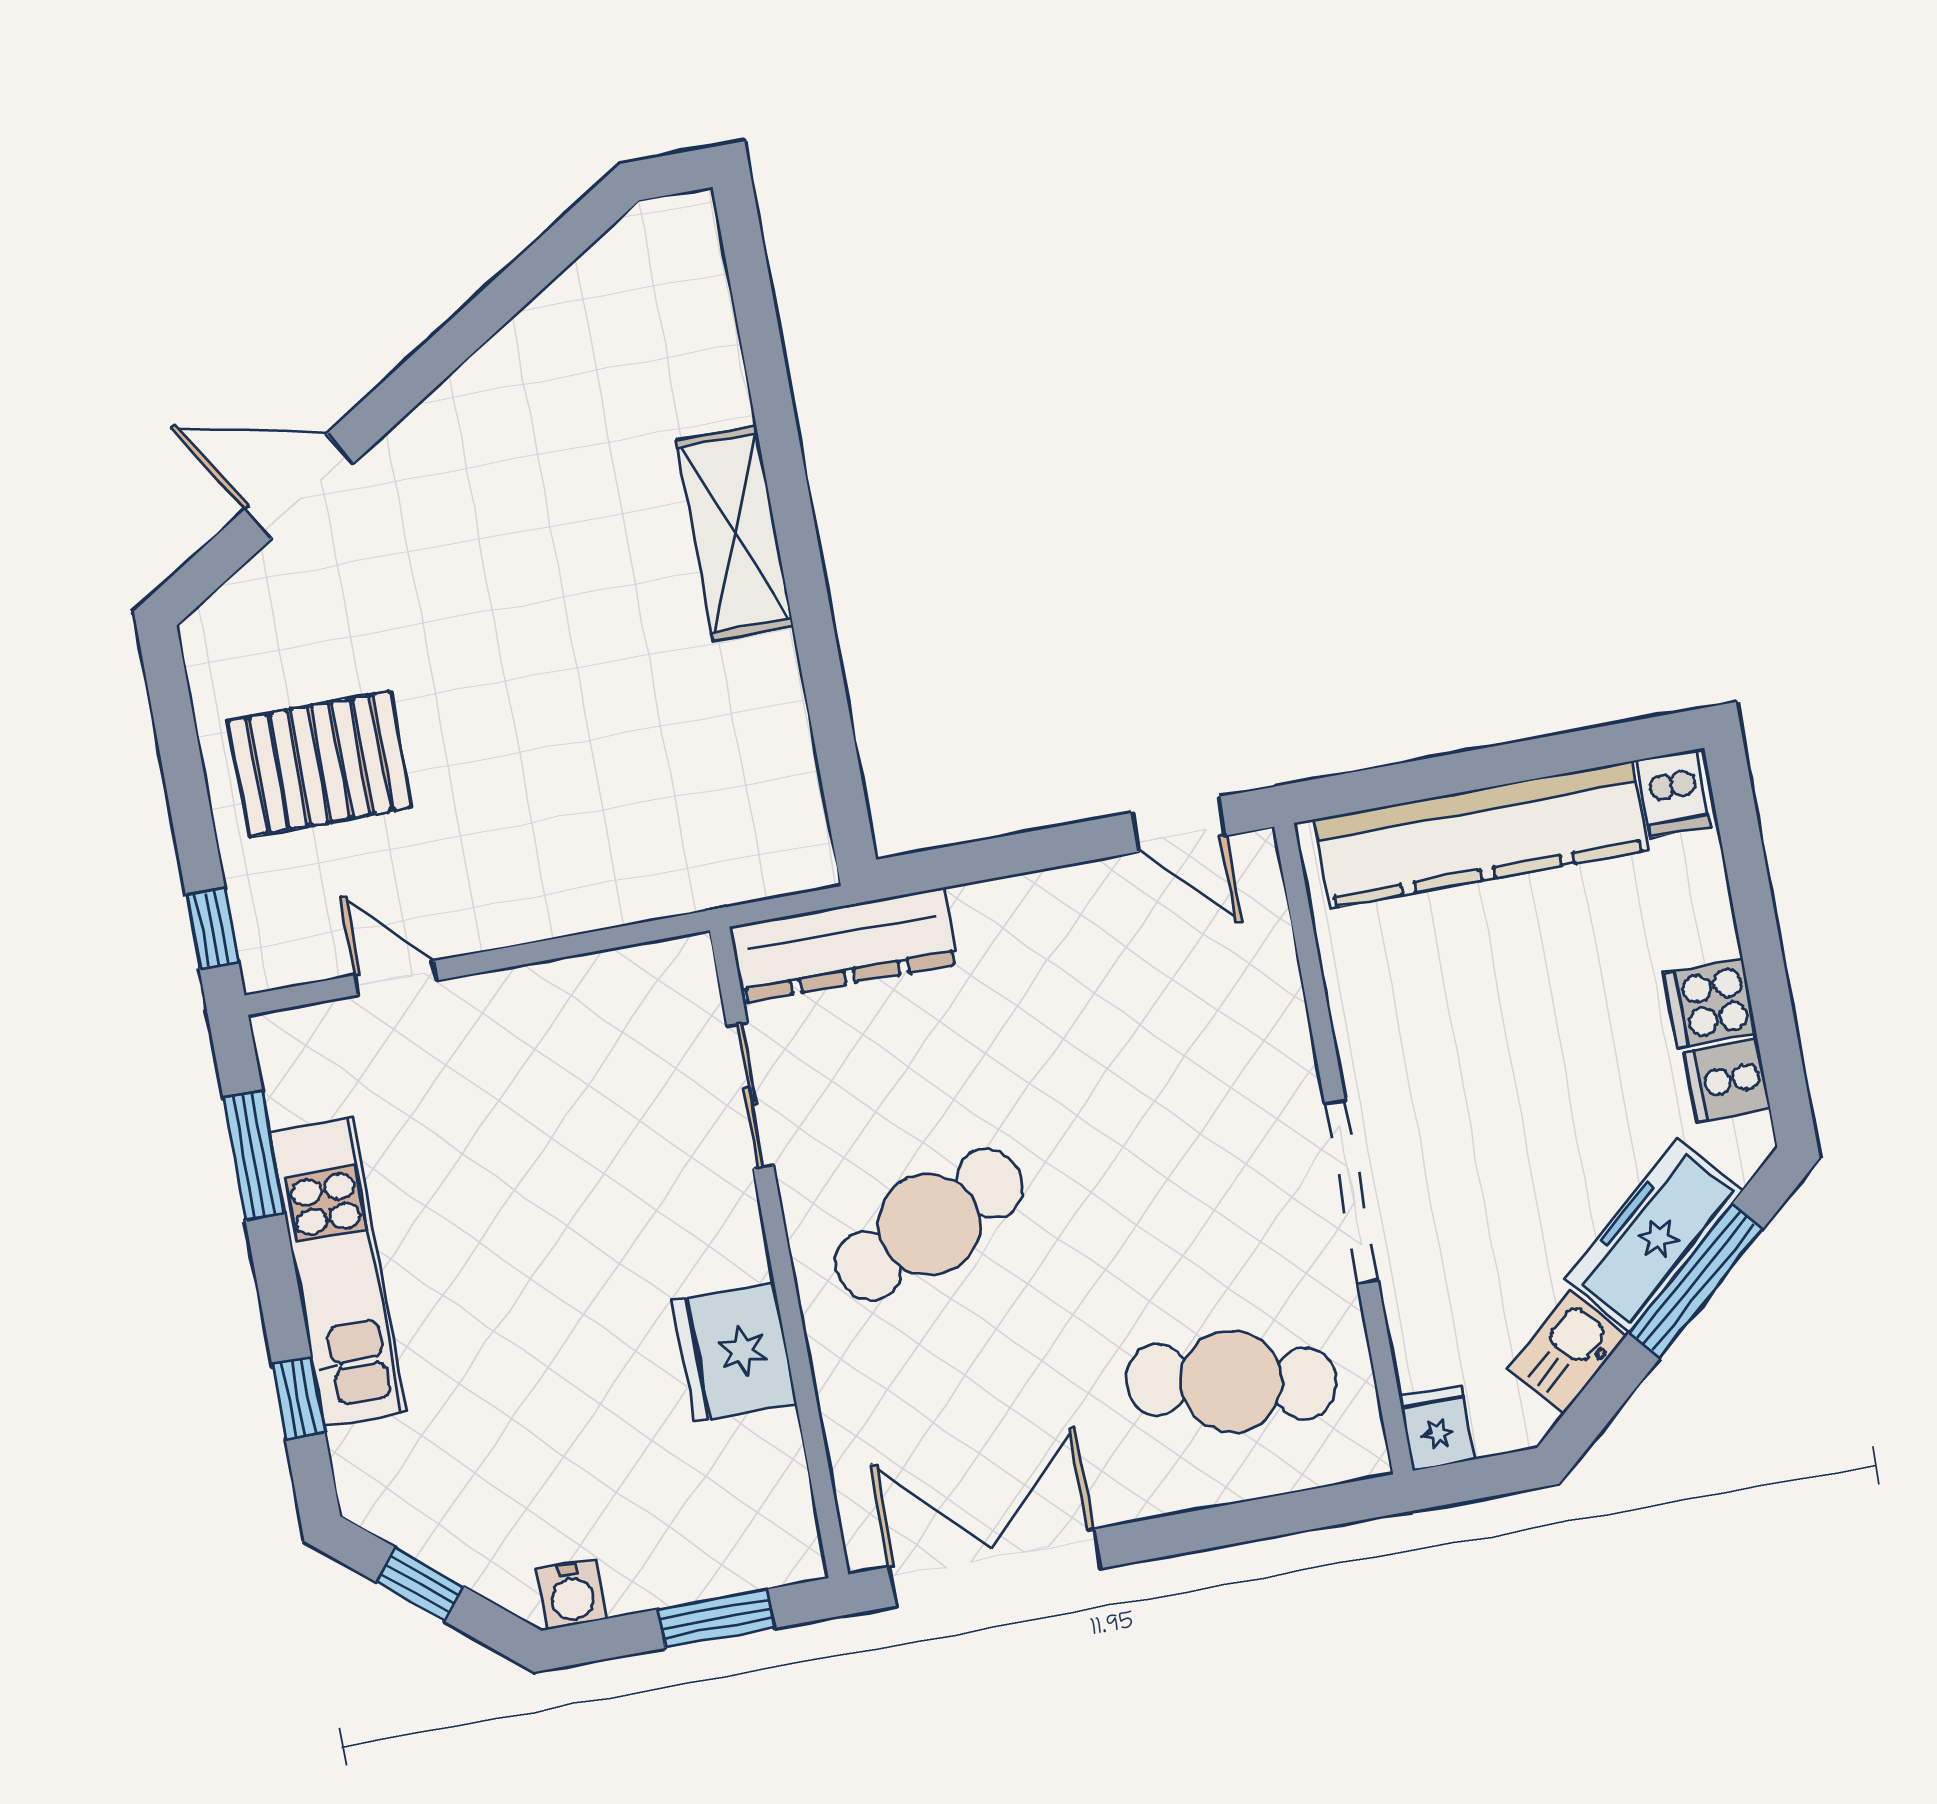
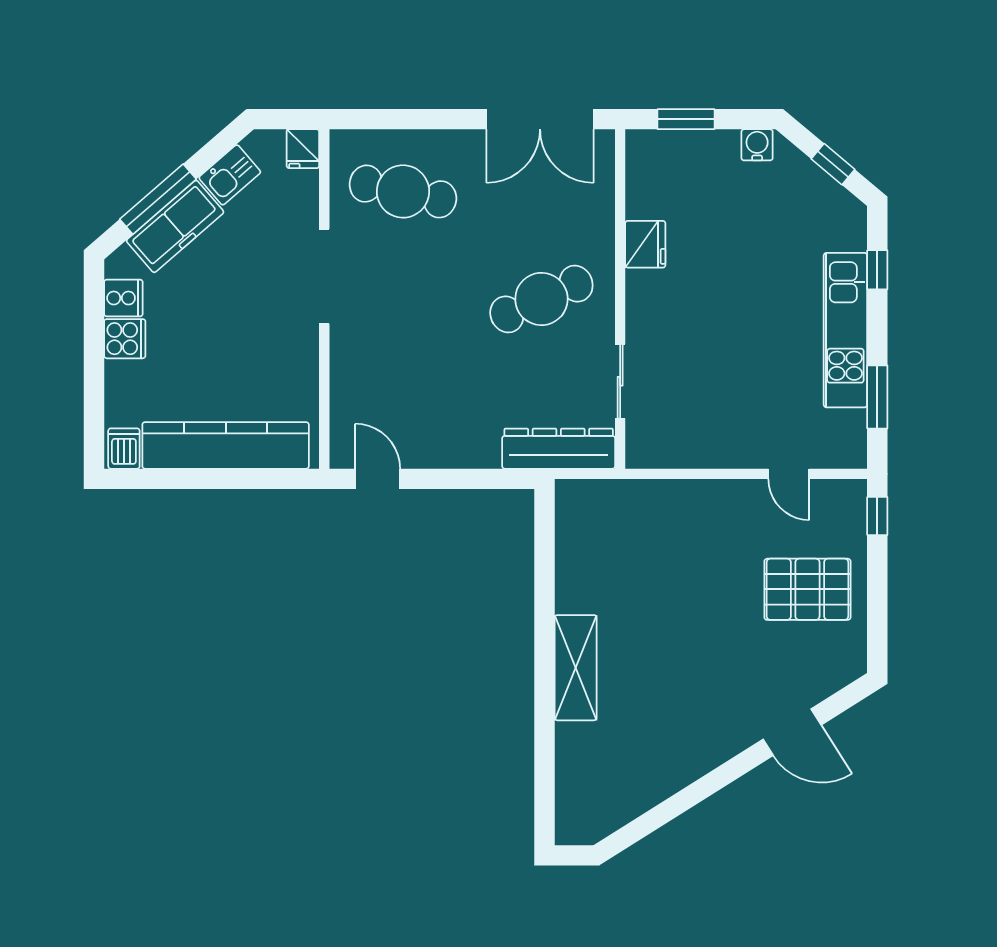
fridge: (734, 1352) -> (645, 244), width x0.73, depth x0.75

